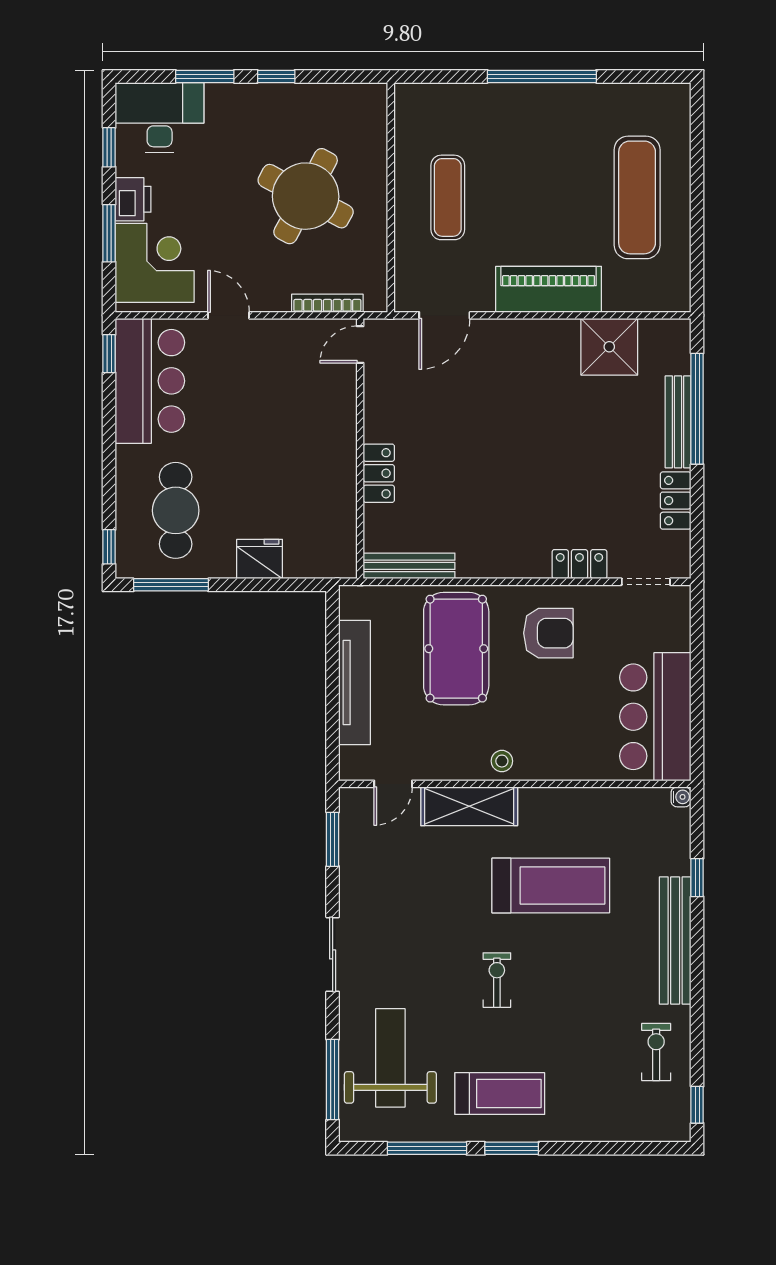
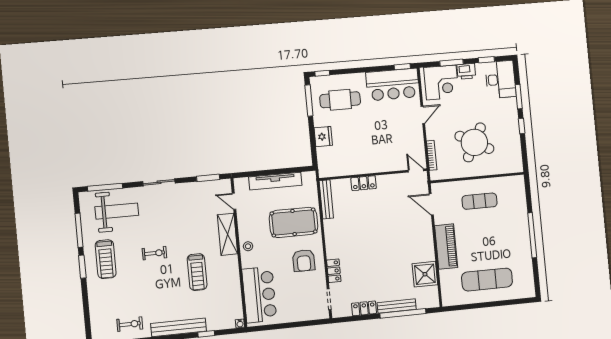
bar counter: (655, 717) -> (259, 295), moved, turned 90
treadmill: (551, 886) -> (197, 272), width x0.73, depth x0.73

